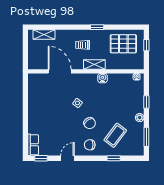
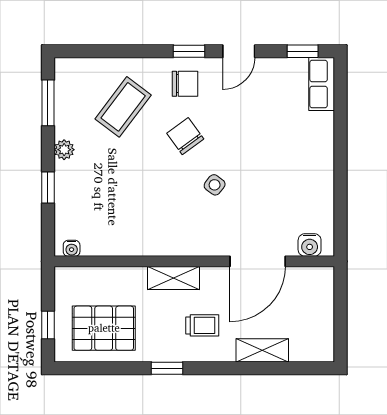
shelving: (44, 35) -> (262, 350), moved
door: (60, 71) -> (258, 261), hinge flipped
water cooler: (102, 78) -> (310, 245), moved
window: (114, 158) -> (189, 51), moved

